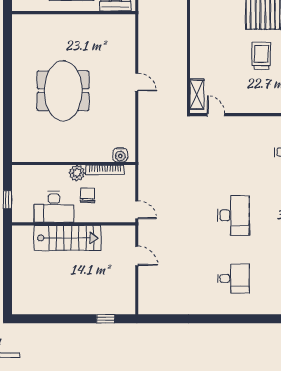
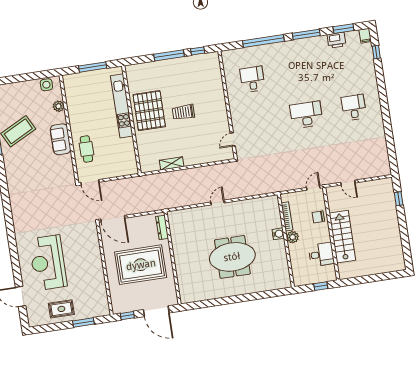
shelving: (197, 94) -> (172, 163), moved
water cooler: (120, 155) -> (278, 234), moved
chair: (88, 195) -> (318, 217), moved
desk: (54, 207) -> (321, 254), width x0.73
door: (137, 256) -> (348, 183), swing flipped

